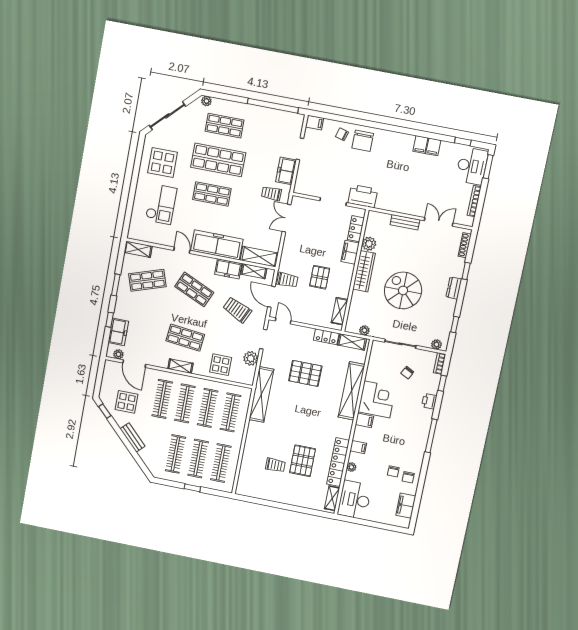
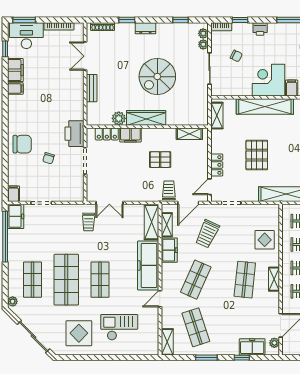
chair: (342, 134) -> (49, 158), moved
filing cabinet: (433, 147) -> (15, 70), width x2.00
freezer: (286, 171) -> (16, 216), moved, turned -90
plant: (364, 330) -> (203, 44), moved
locker: (326, 337) -> (217, 165), moved
plant: (251, 358) -> (253, 211), removed

